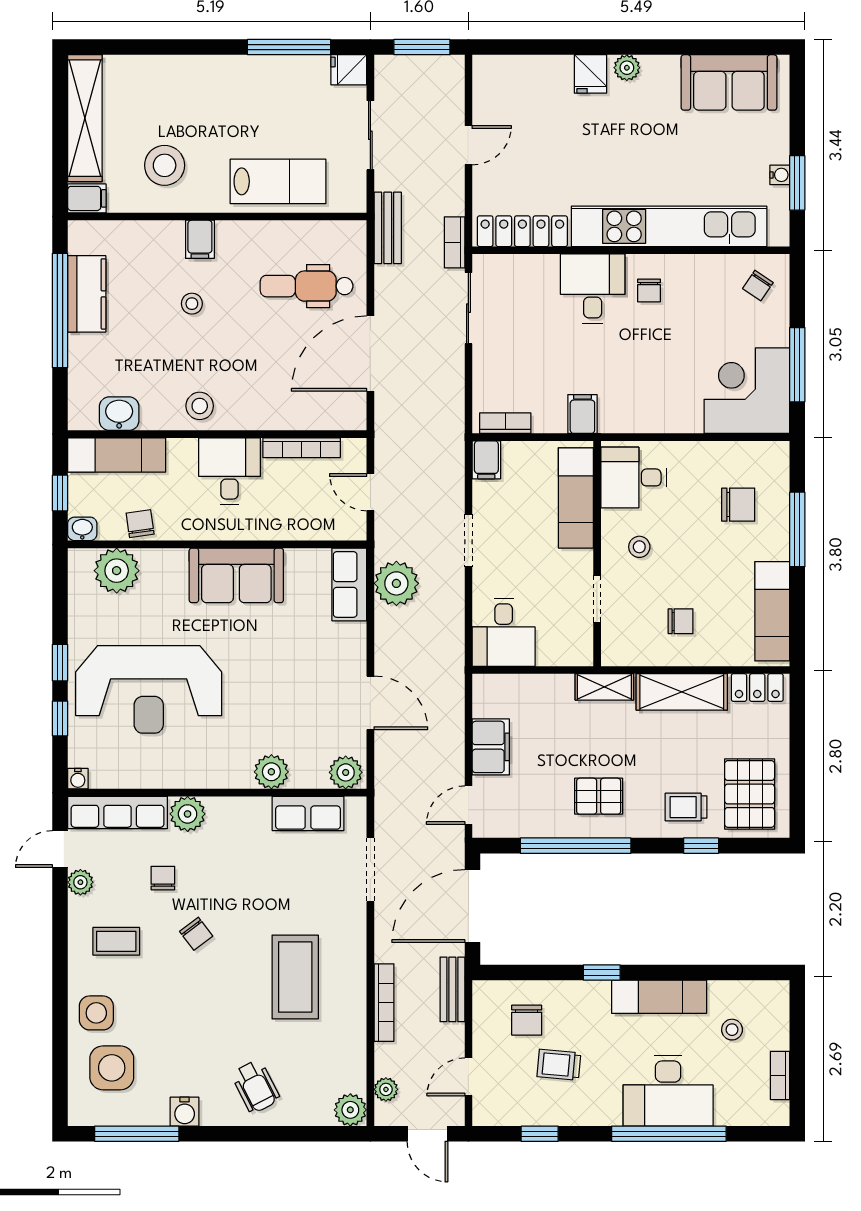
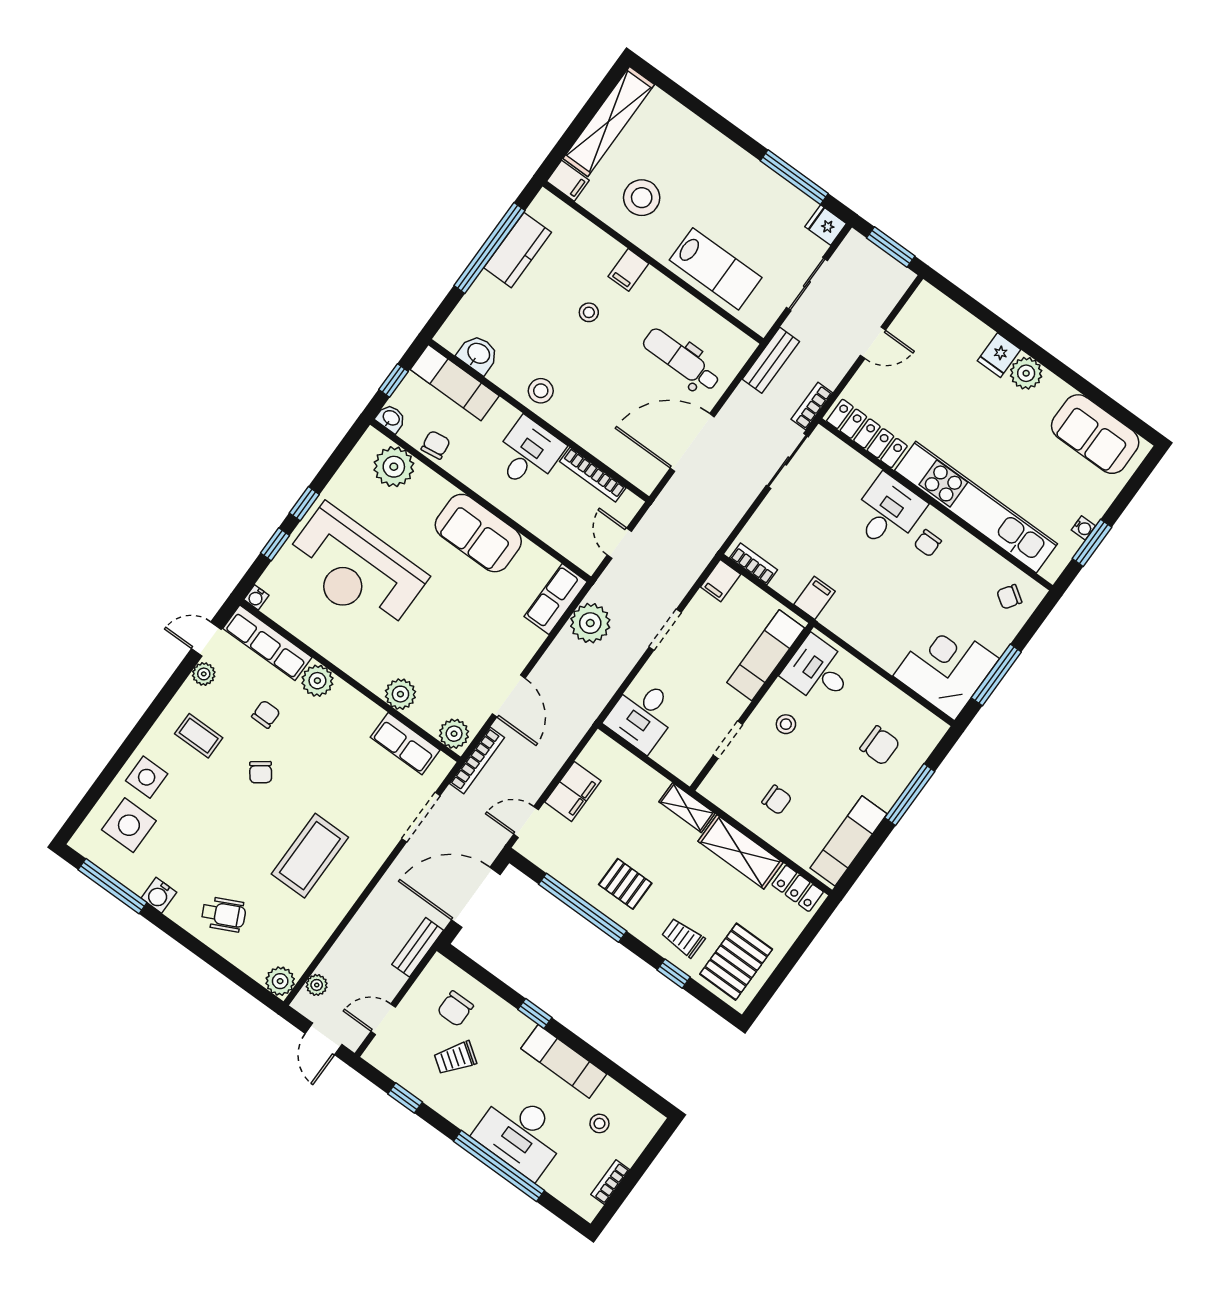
plant: (627, 68) -> (1026, 373), width x1.38, depth x1.38
bookcase: (384, 1003) -> (477, 761), moved
trolley: (559, 1065) -> (455, 1058), turned -60
wheelchair: (256, 1086) -> (224, 914), turned -89

